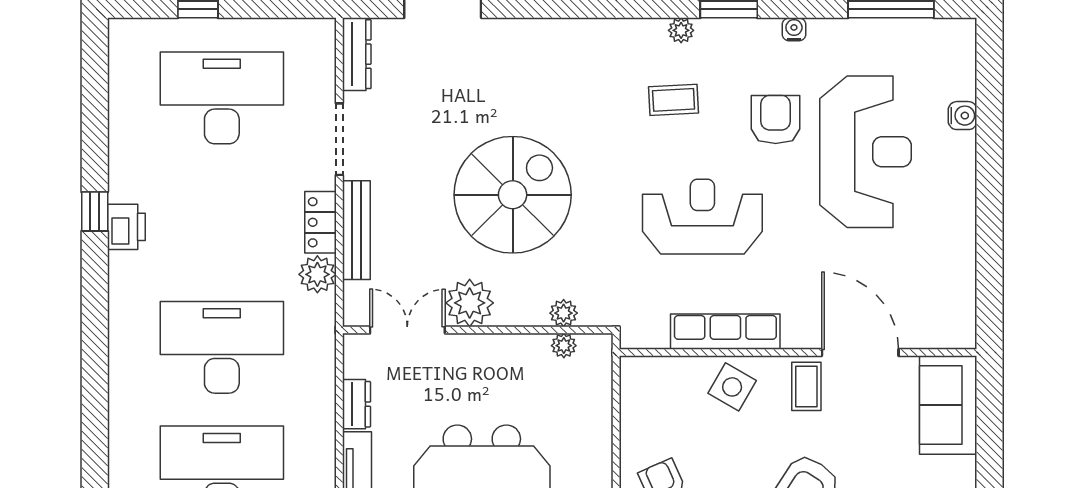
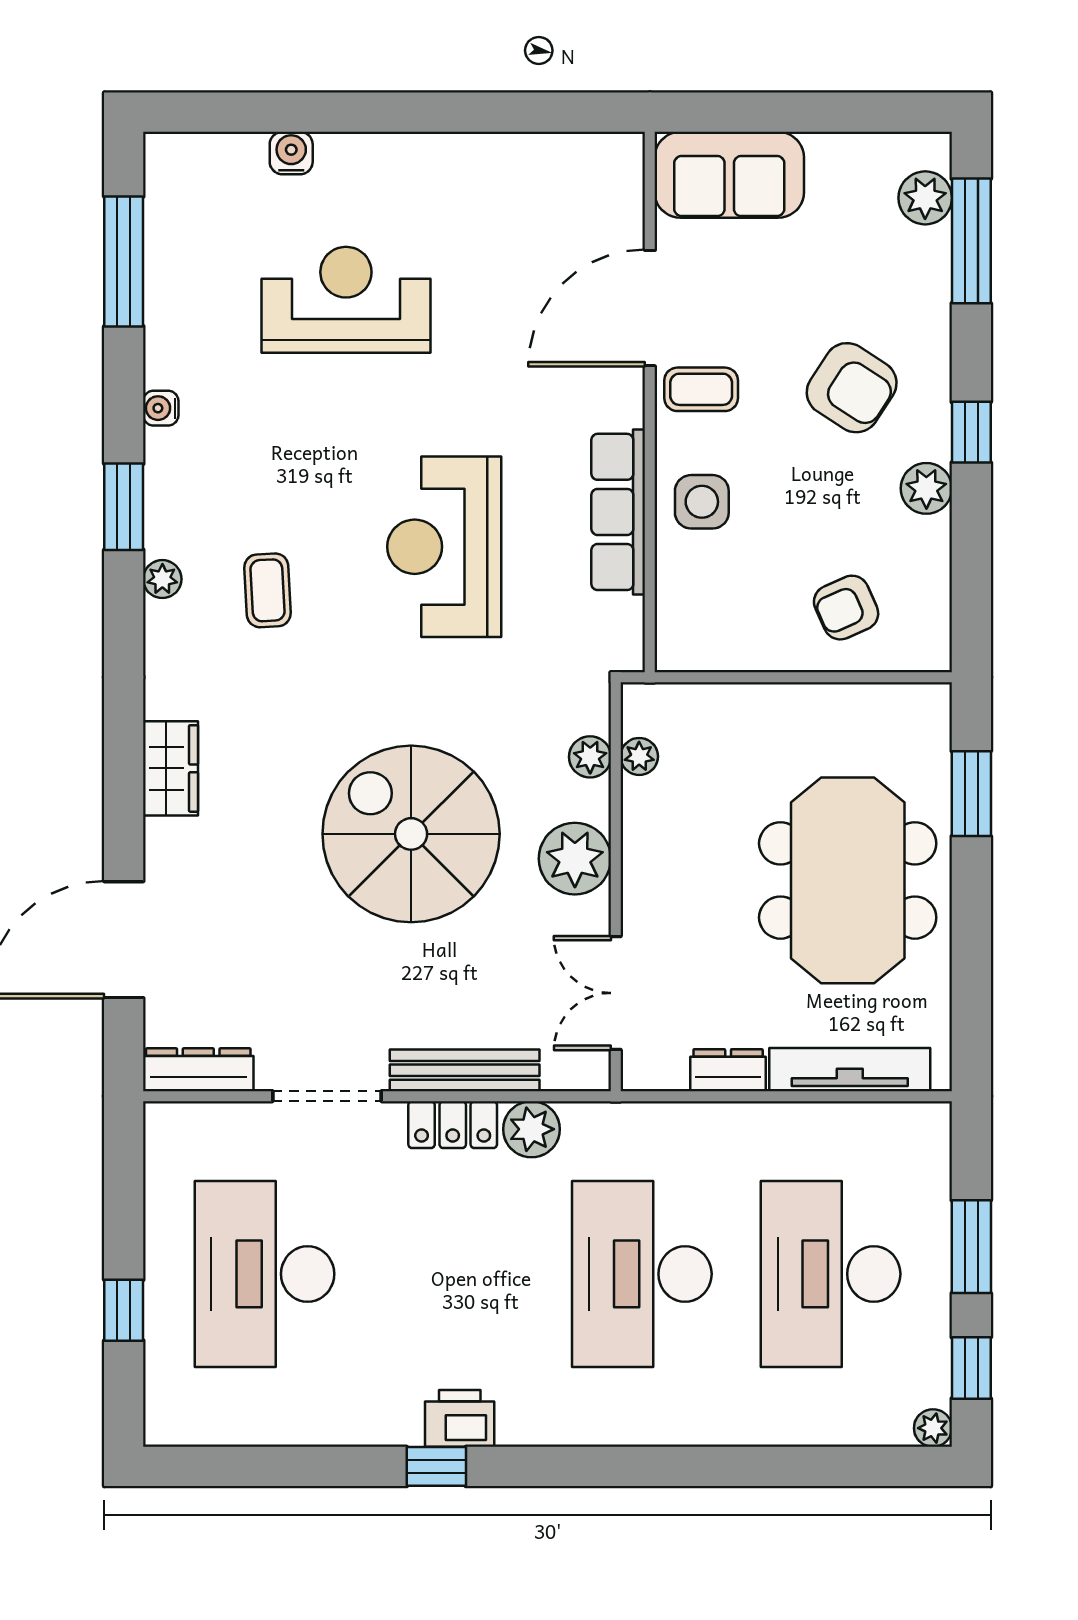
wardrobe: (556, 36) -> (171, 768), added
armchair: (776, 119) -> (297, 436), removed
reception desk: (866, 152) -> (346, 300), width x0.74, depth x0.77
plant: (470, 303) -> (575, 859), moved
side table: (732, 387) -> (702, 502), turned -30

